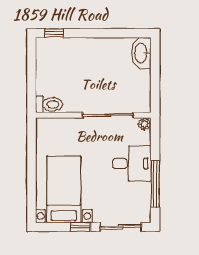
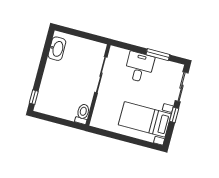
washbasin: (141, 53) -> (57, 49), moved, turned -90
plant: (145, 124) -> (114, 51), removed
window: (155, 184) -> (158, 55), width x0.69

